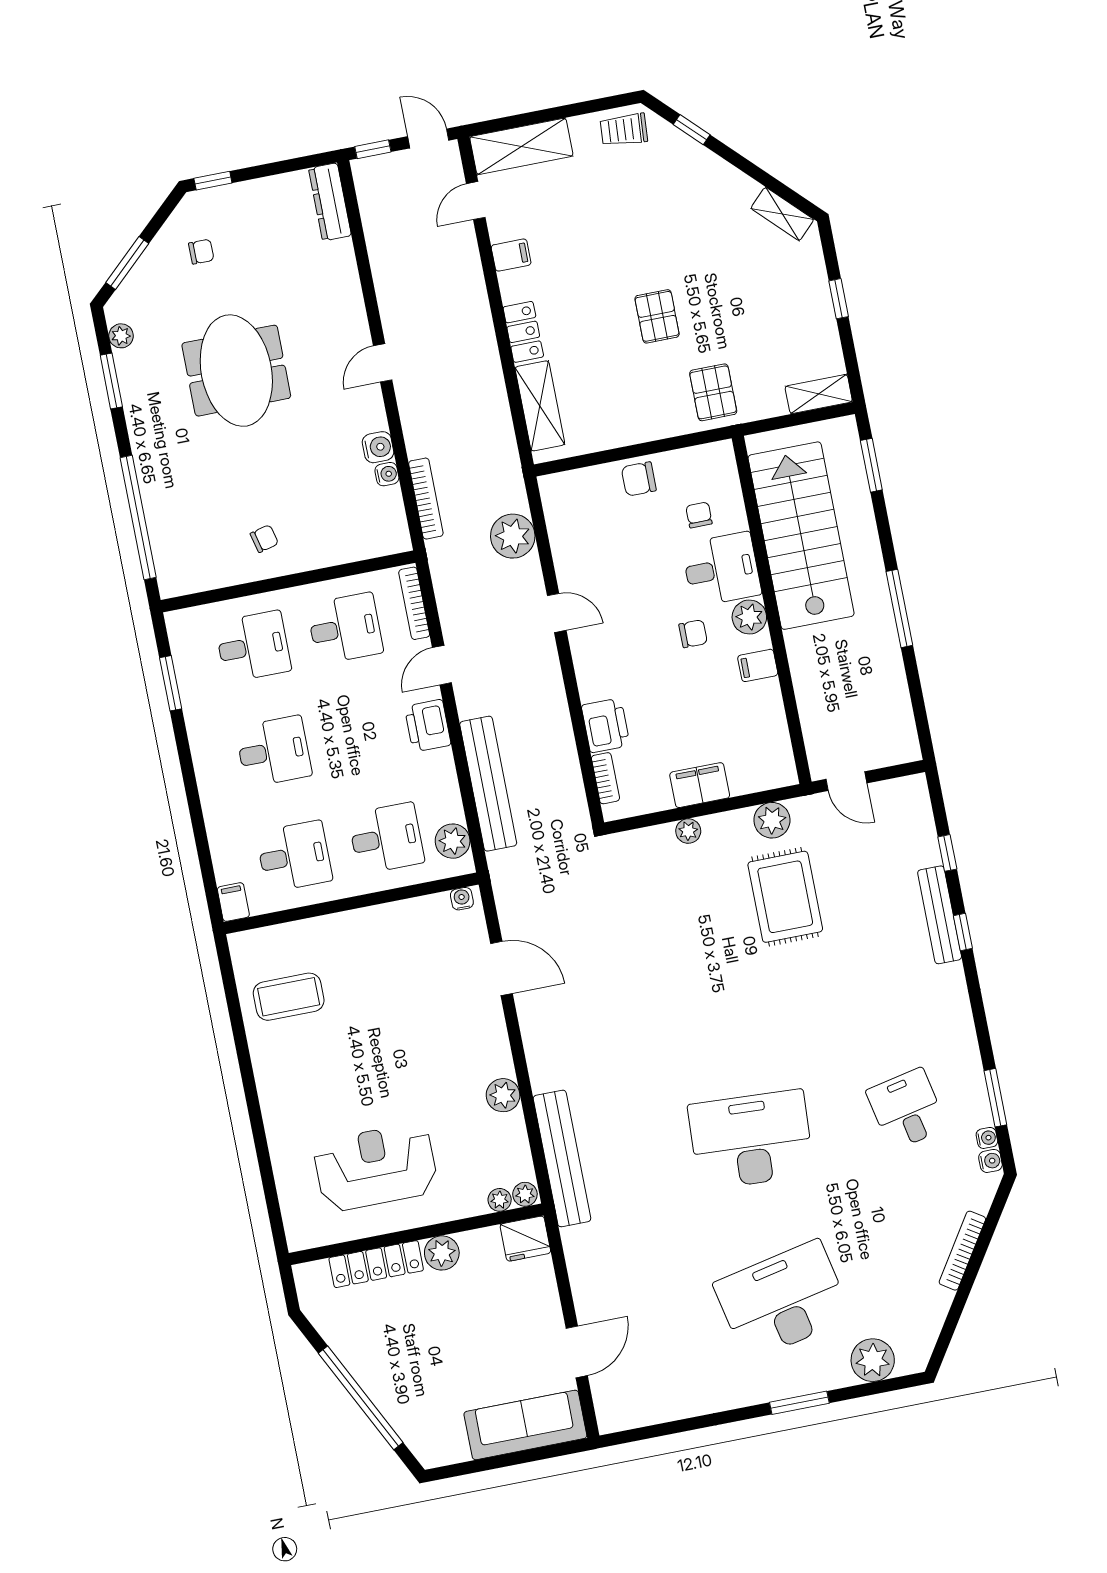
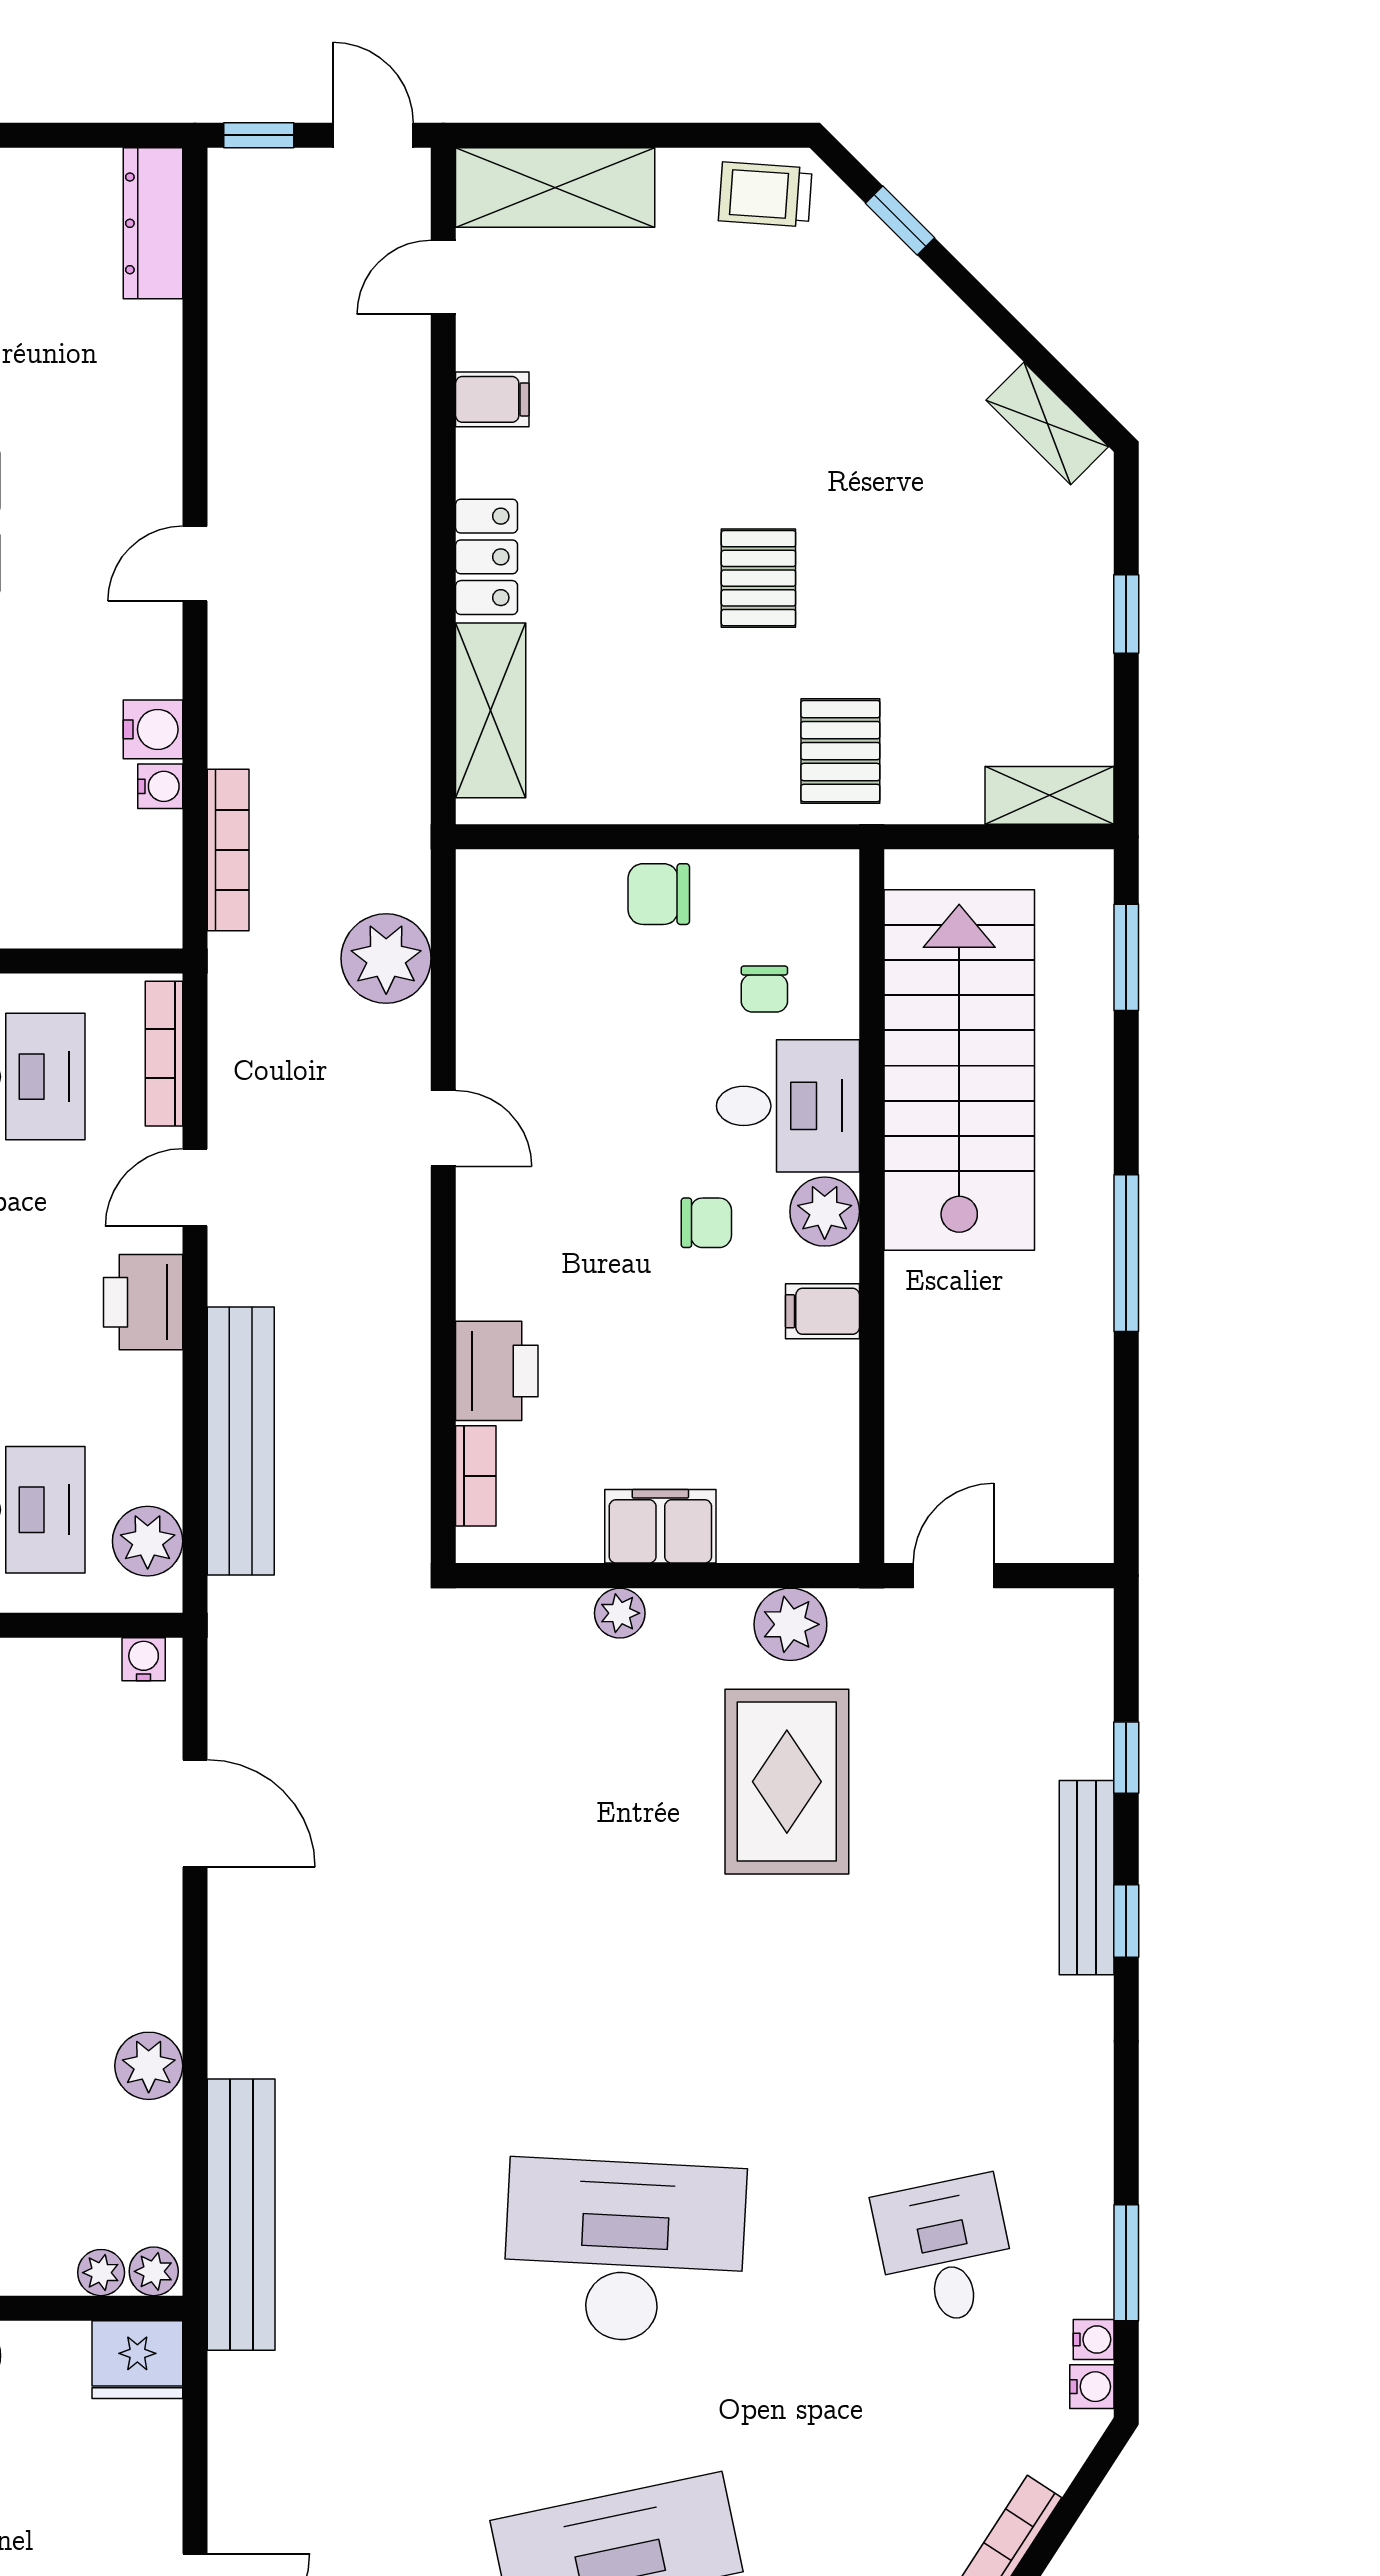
chair: (699, 515) -> (764, 989), turned 180
door: (846, 781) -> (953, 1576), swing flipped

